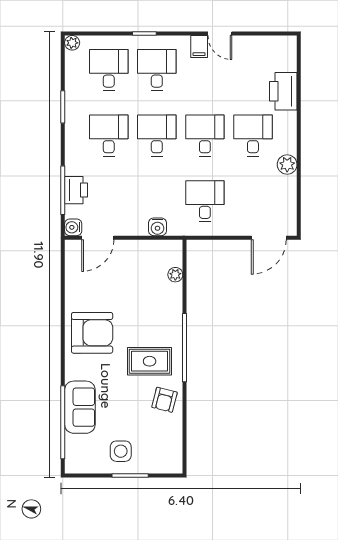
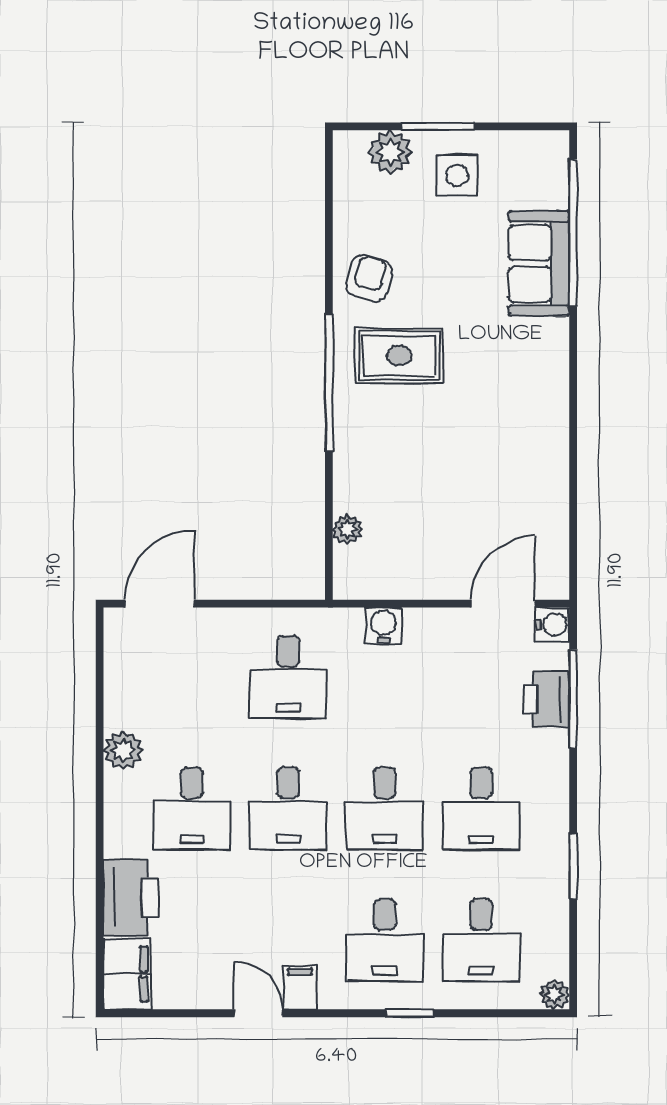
filing cabinet: (285, 53) -> (127, 974), added
armchair: (92, 333) -> (515, 413), removed
plant: (154, 463) -> (390, 152), added

